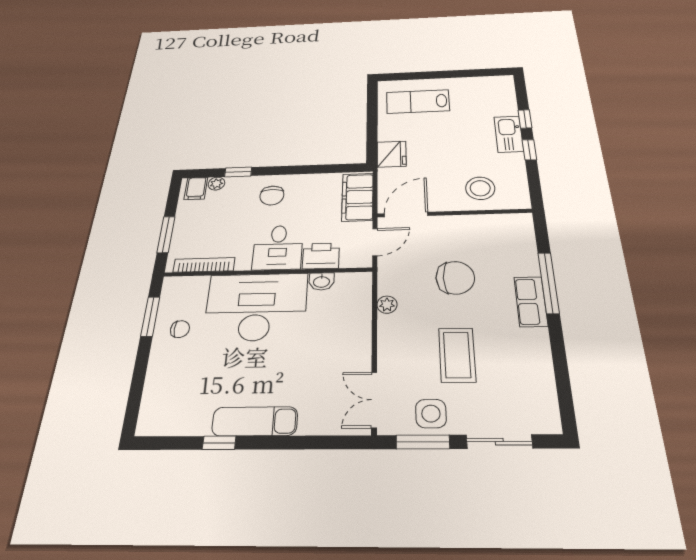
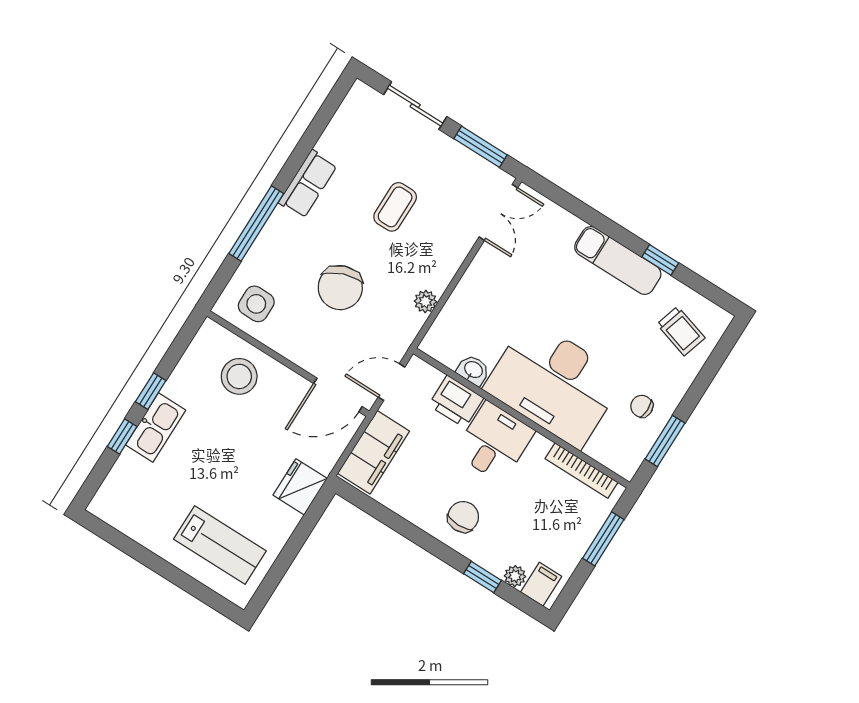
chair: (455, 278) -> (340, 288), turned -110
row of seats: (531, 301) -> (308, 184), moved
coffee table: (457, 355) -> (395, 207), width x0.73, depth x0.77
trolley: (175, 399) -> (681, 331), added
side table: (431, 414) -> (256, 304), moved

